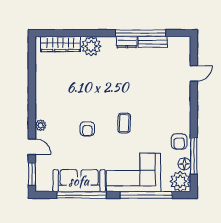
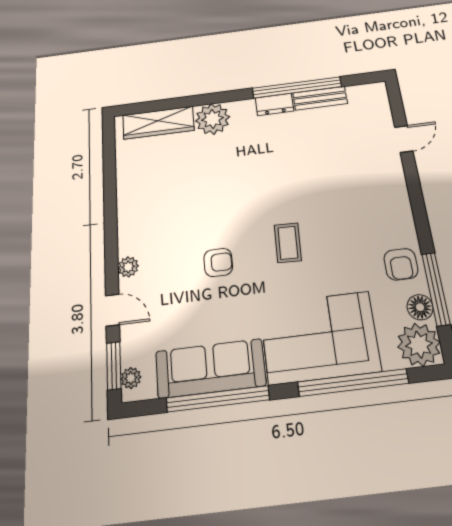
armchair: (87, 129) -> (218, 262), turned -90
plant: (40, 181) -> (131, 378), added

